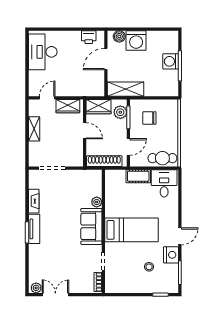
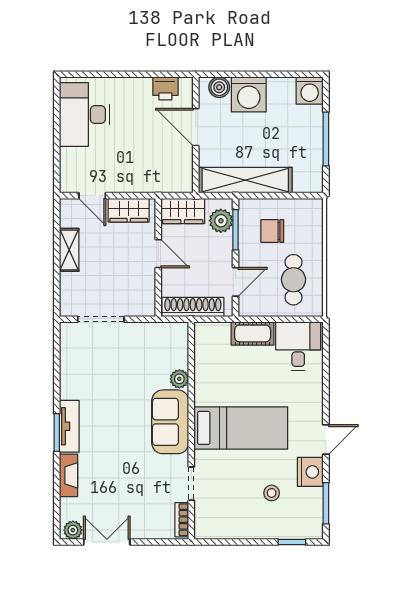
door: (106, 59) -> (196, 127), hinge flipped
washing machine: (171, 61) -> (310, 91), moved, turned -90
shelving: (126, 89) -> (245, 180), width x1.47
door: (47, 98) -> (92, 196), swing flipped
cafe table: (162, 158) -> (293, 280), moved, turned 90
fireplace: (34, 201) -> (68, 475), moved

